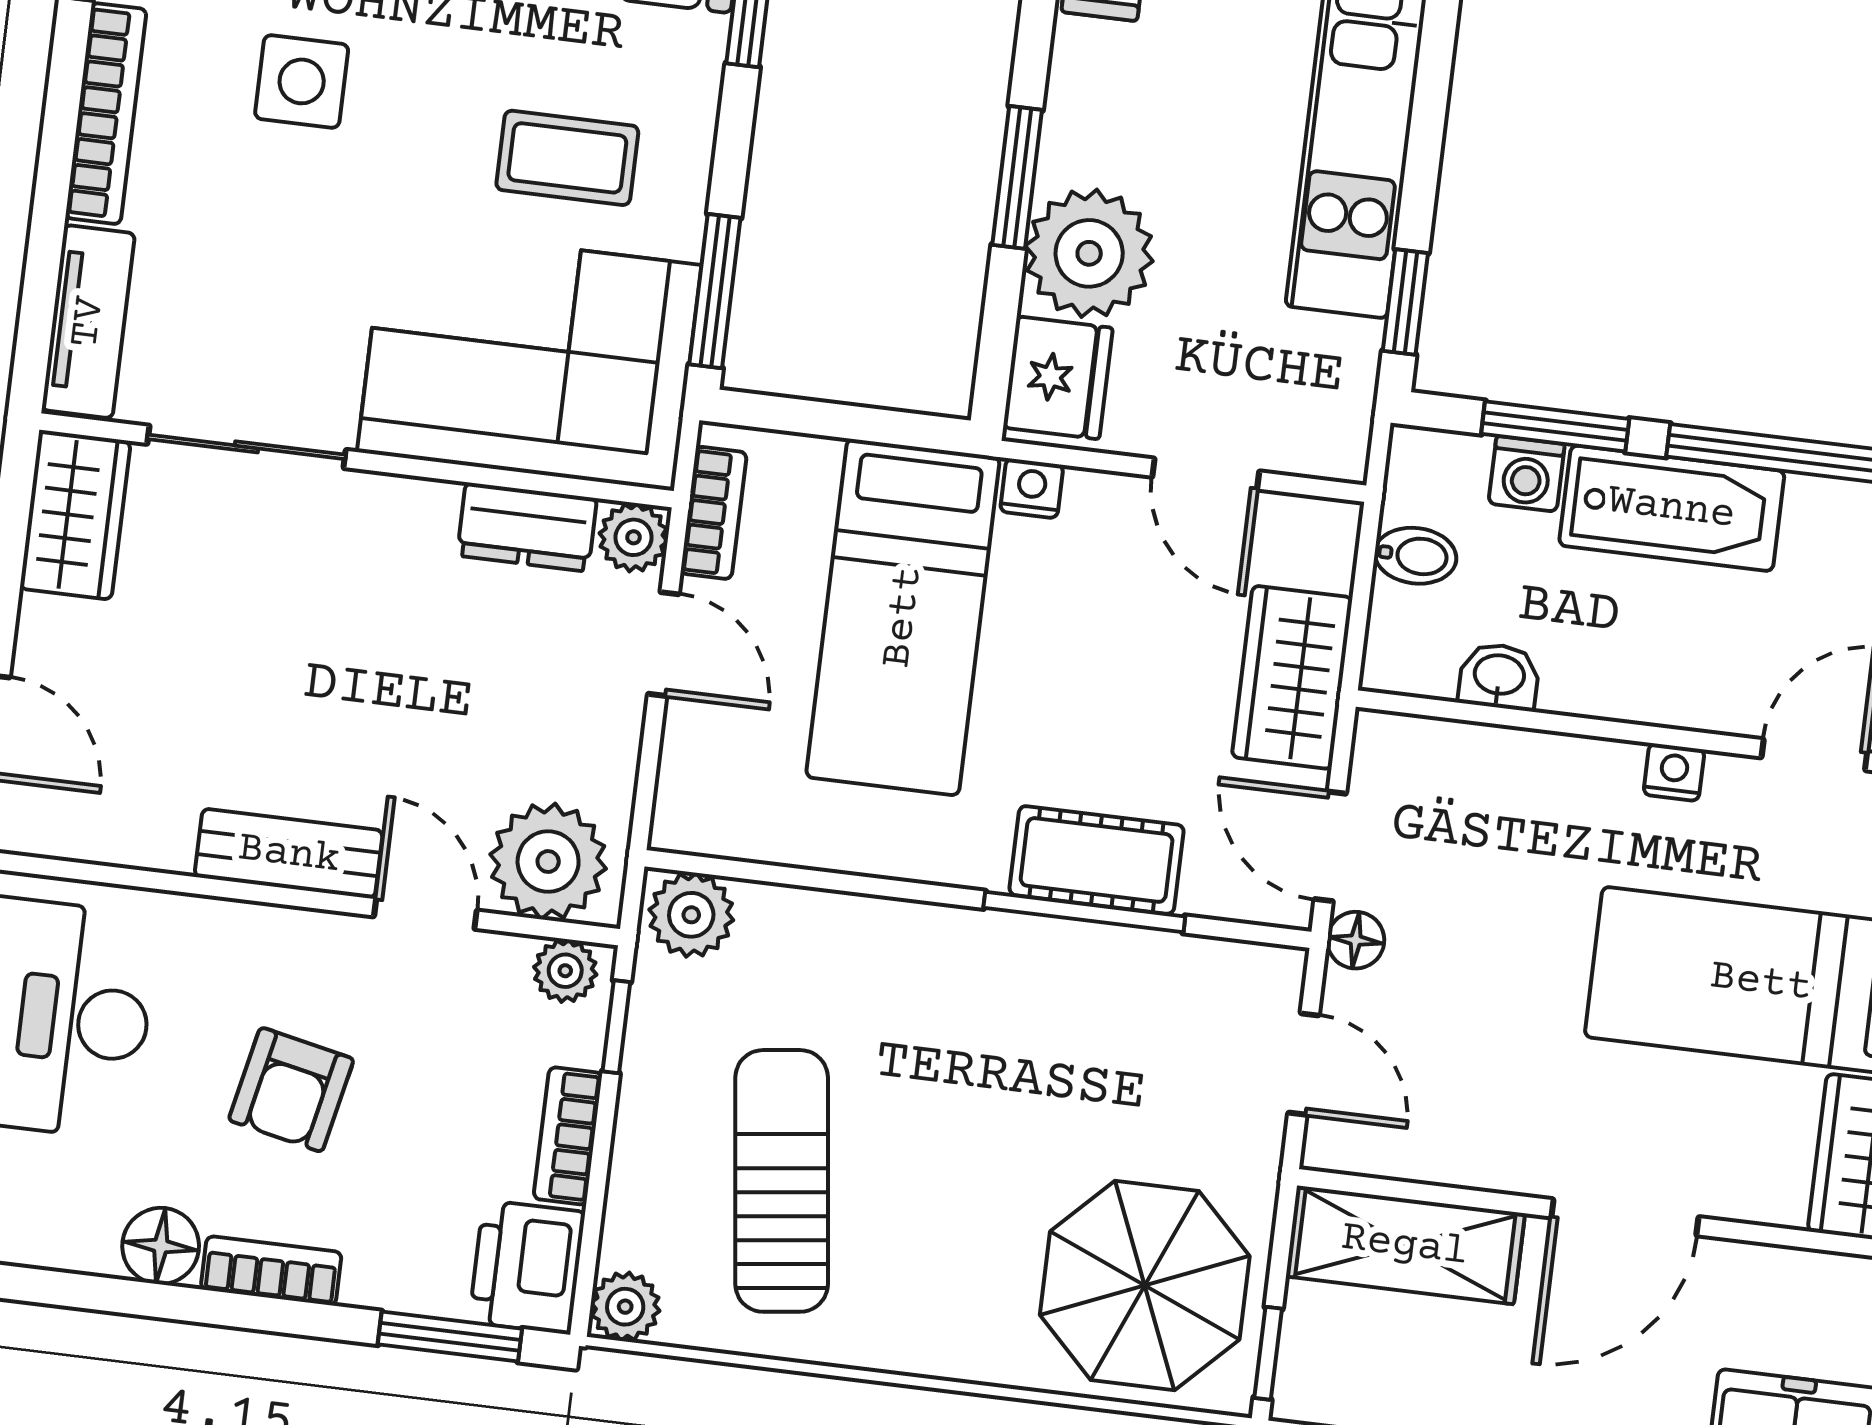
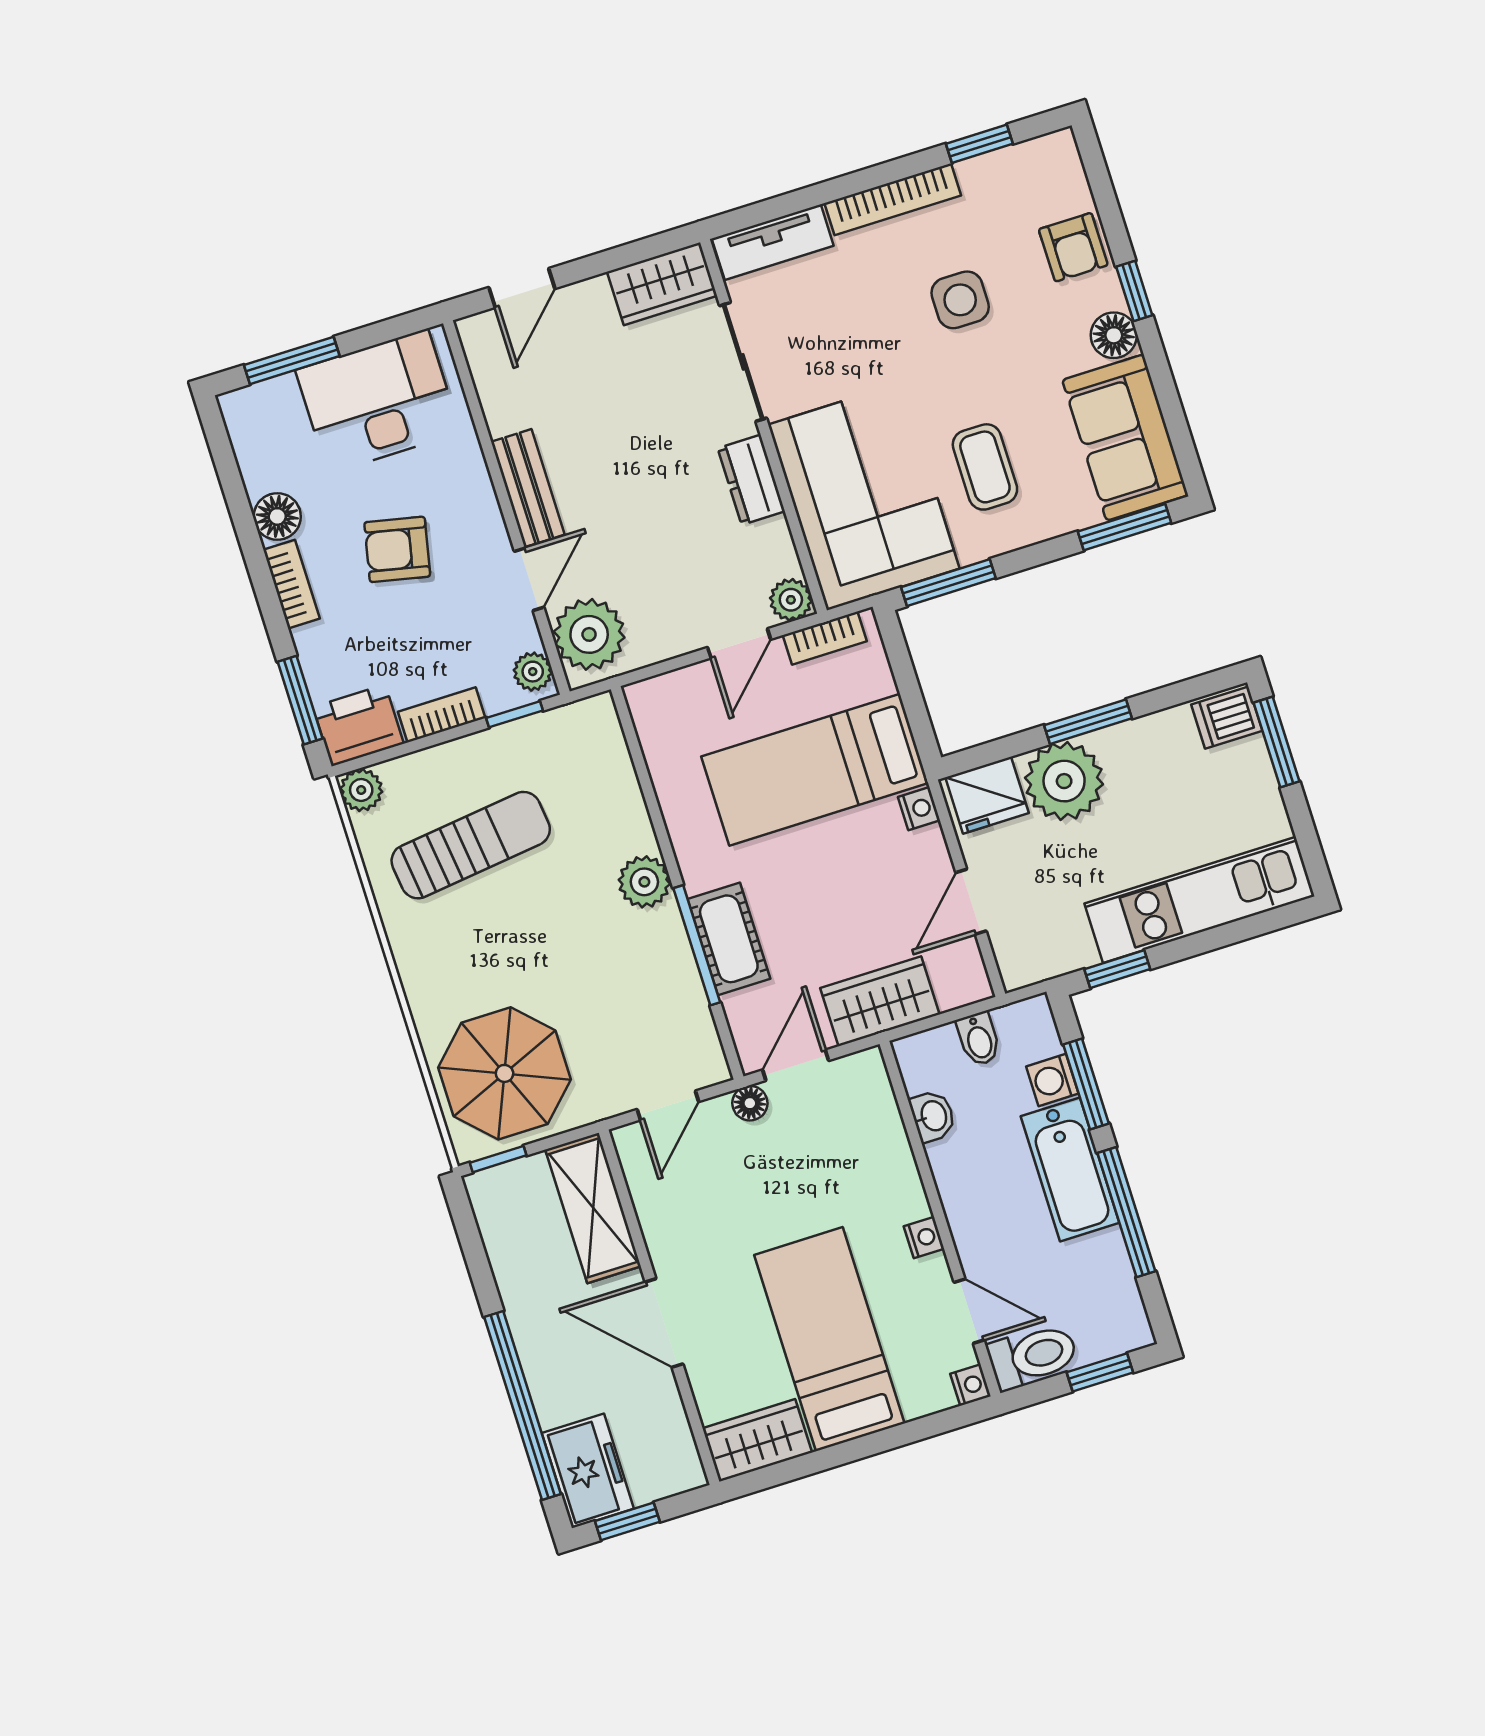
dresser: (527, 527) -> (751, 480), moved
plant: (691, 915) -> (644, 882), moved

